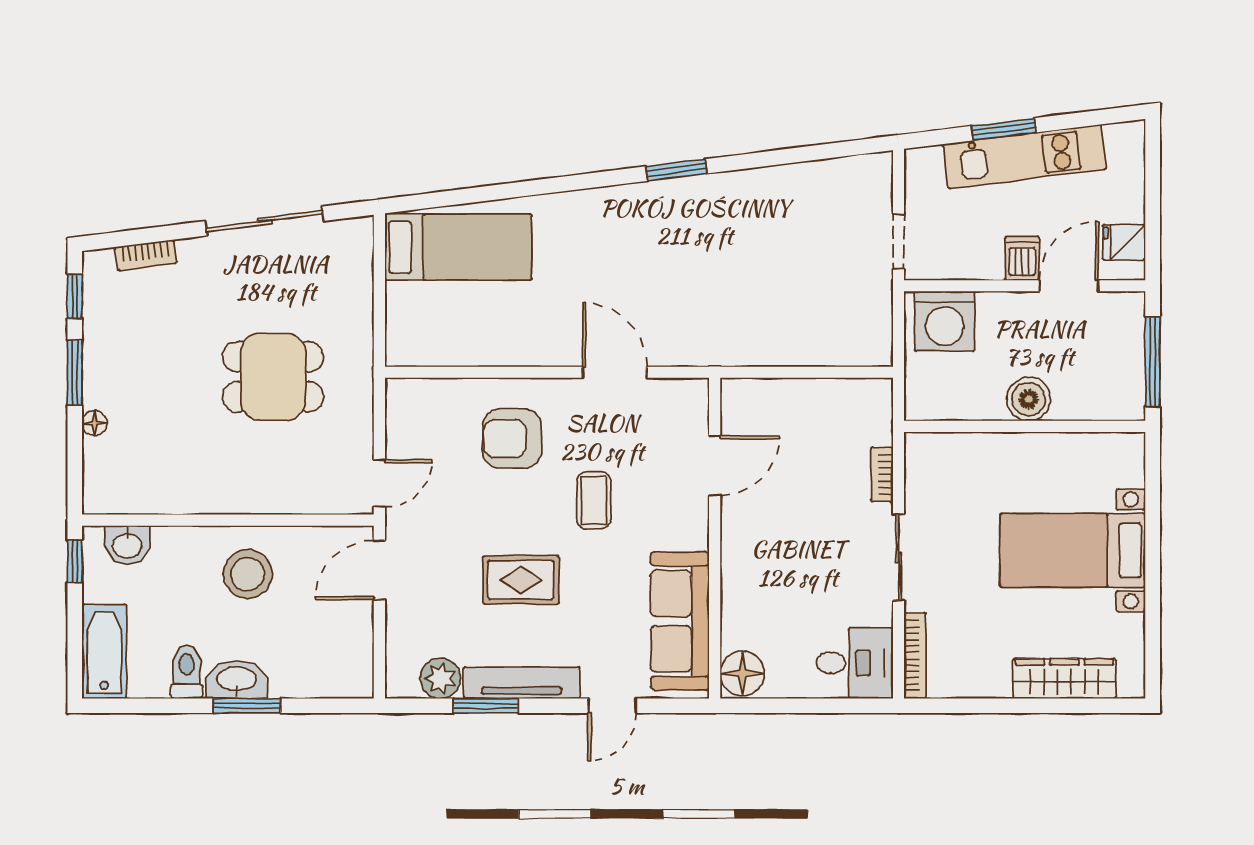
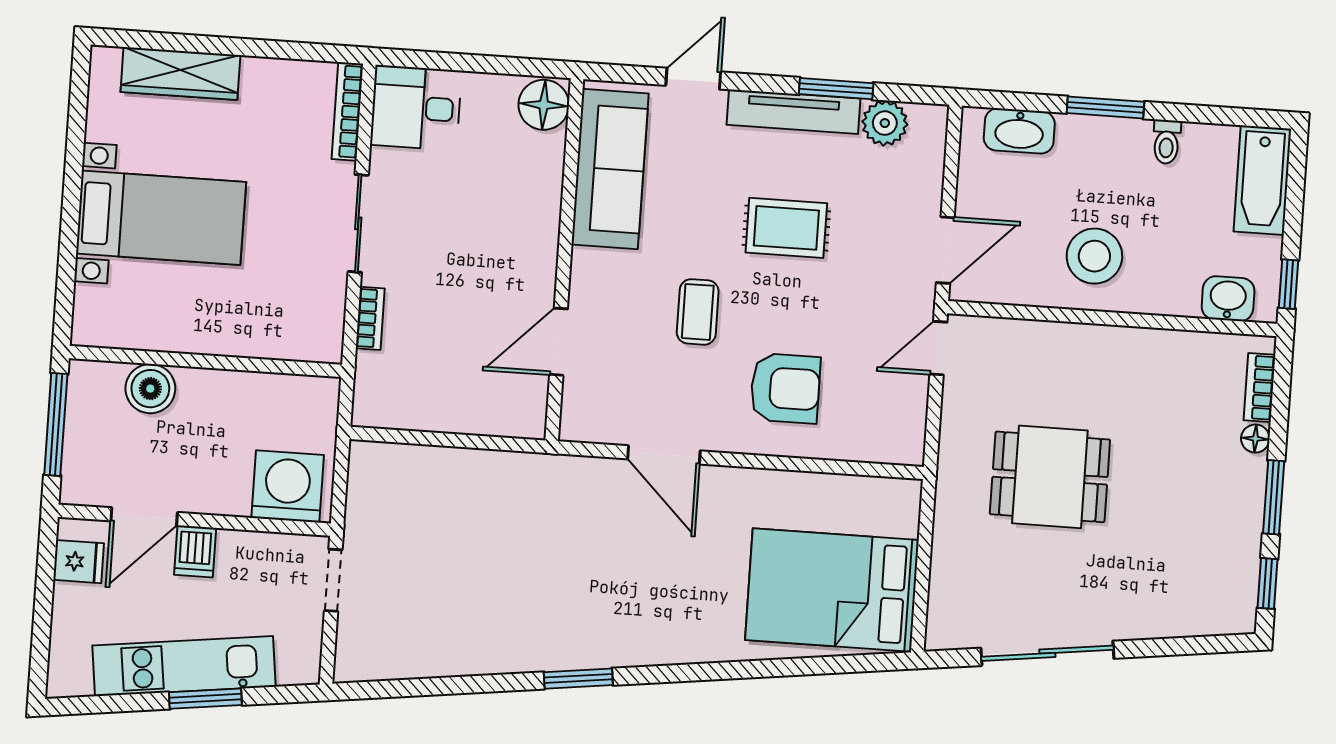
bed: (458, 247) -> (832, 590), width x1.50
bookcase: (146, 255) -> (1260, 387), moved, turned -83
boiler: (1029, 399) -> (150, 389), moved
toilet: (187, 672) -> (1167, 142), width x0.73, depth x0.72
washbasin: (237, 680) -> (1019, 131), moved

